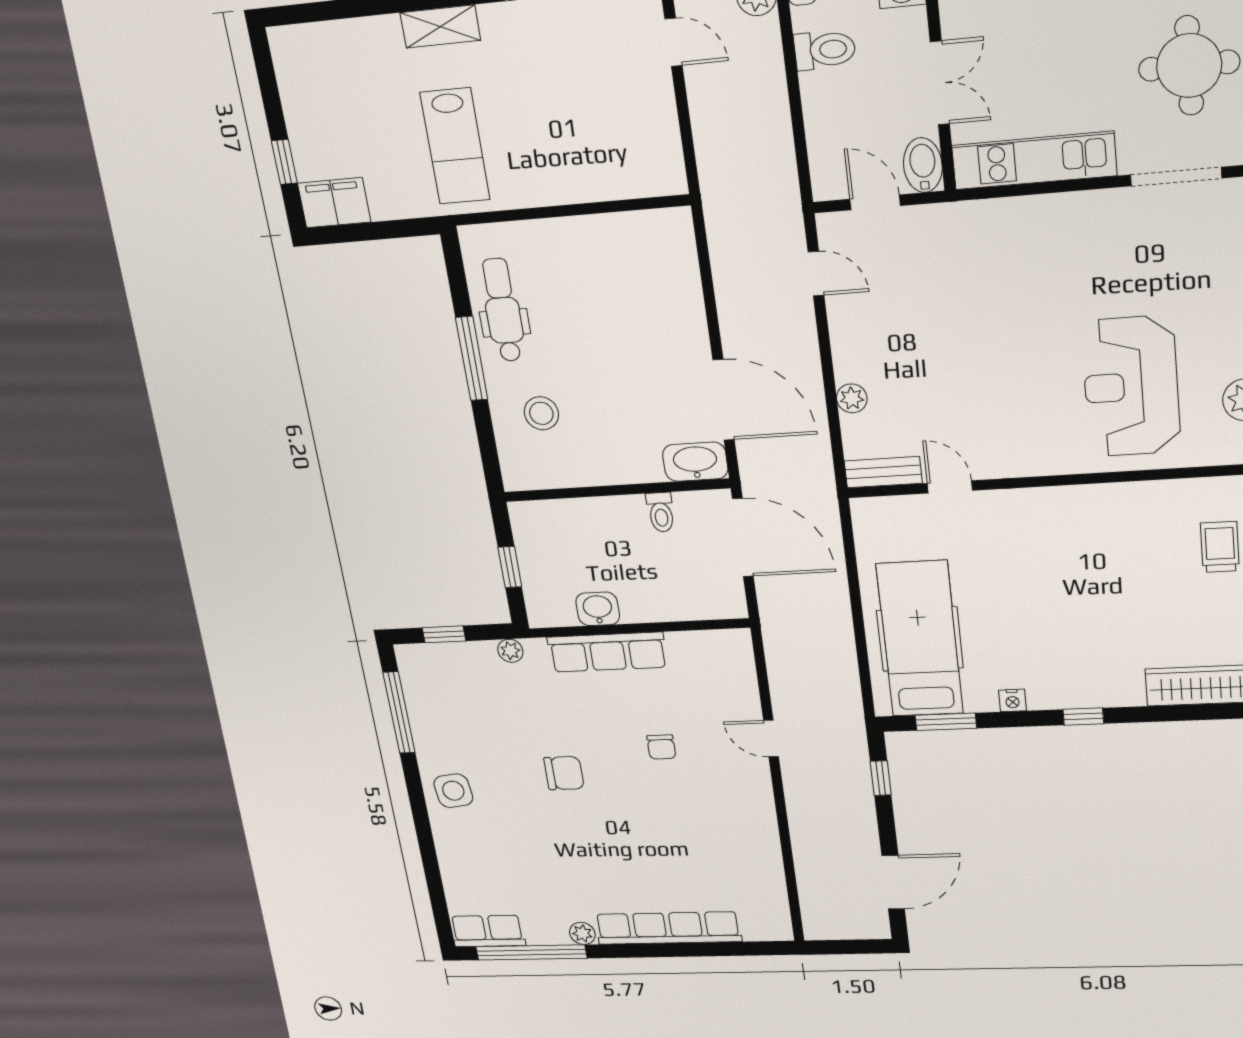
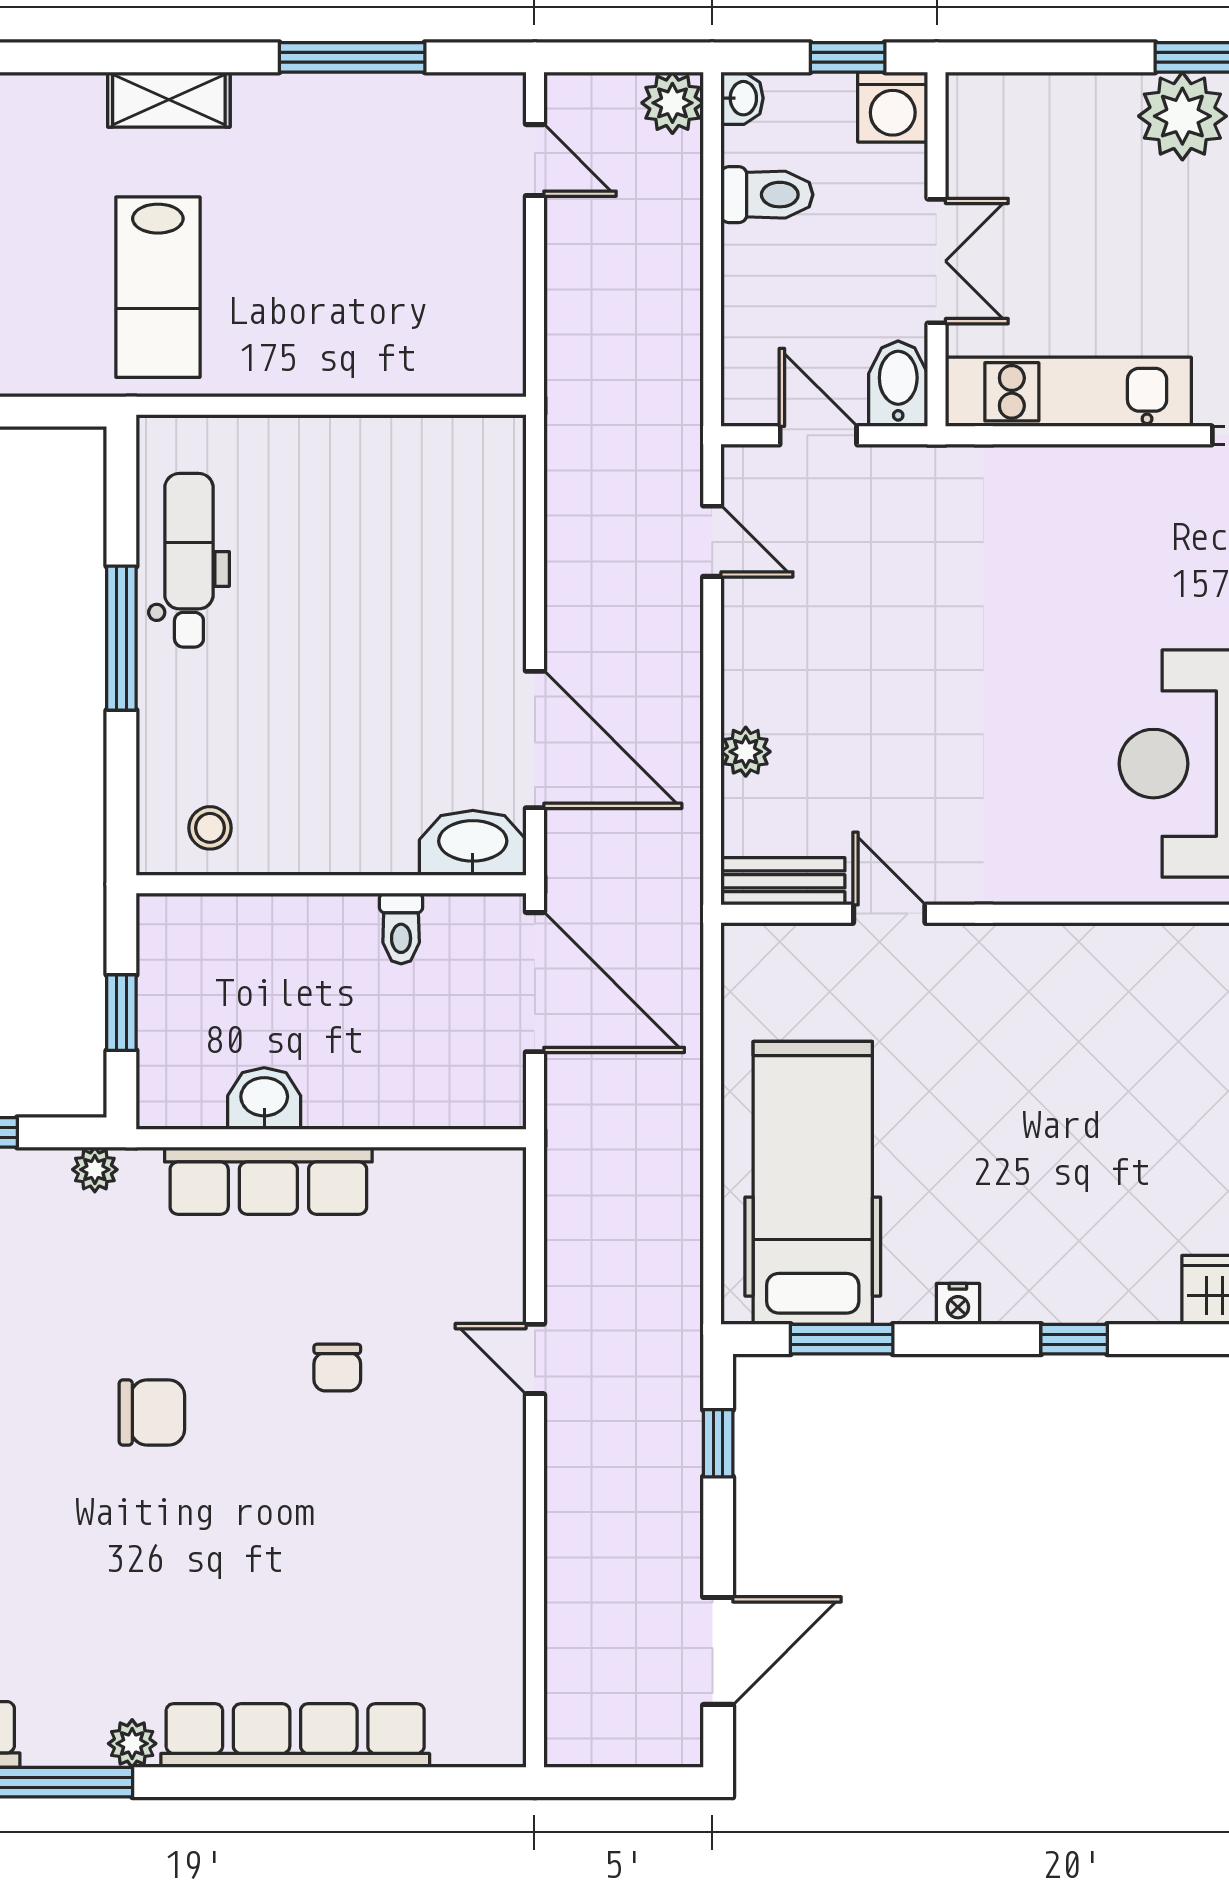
stool: (541, 413) -> (210, 828), moved, width x0.73, depth x0.73

